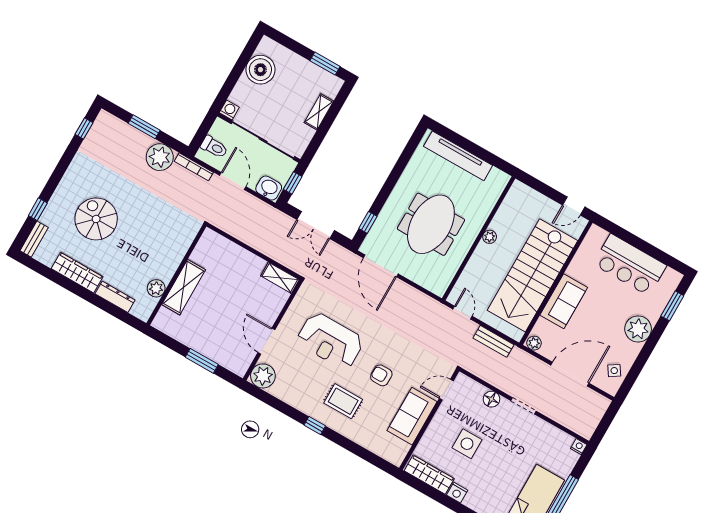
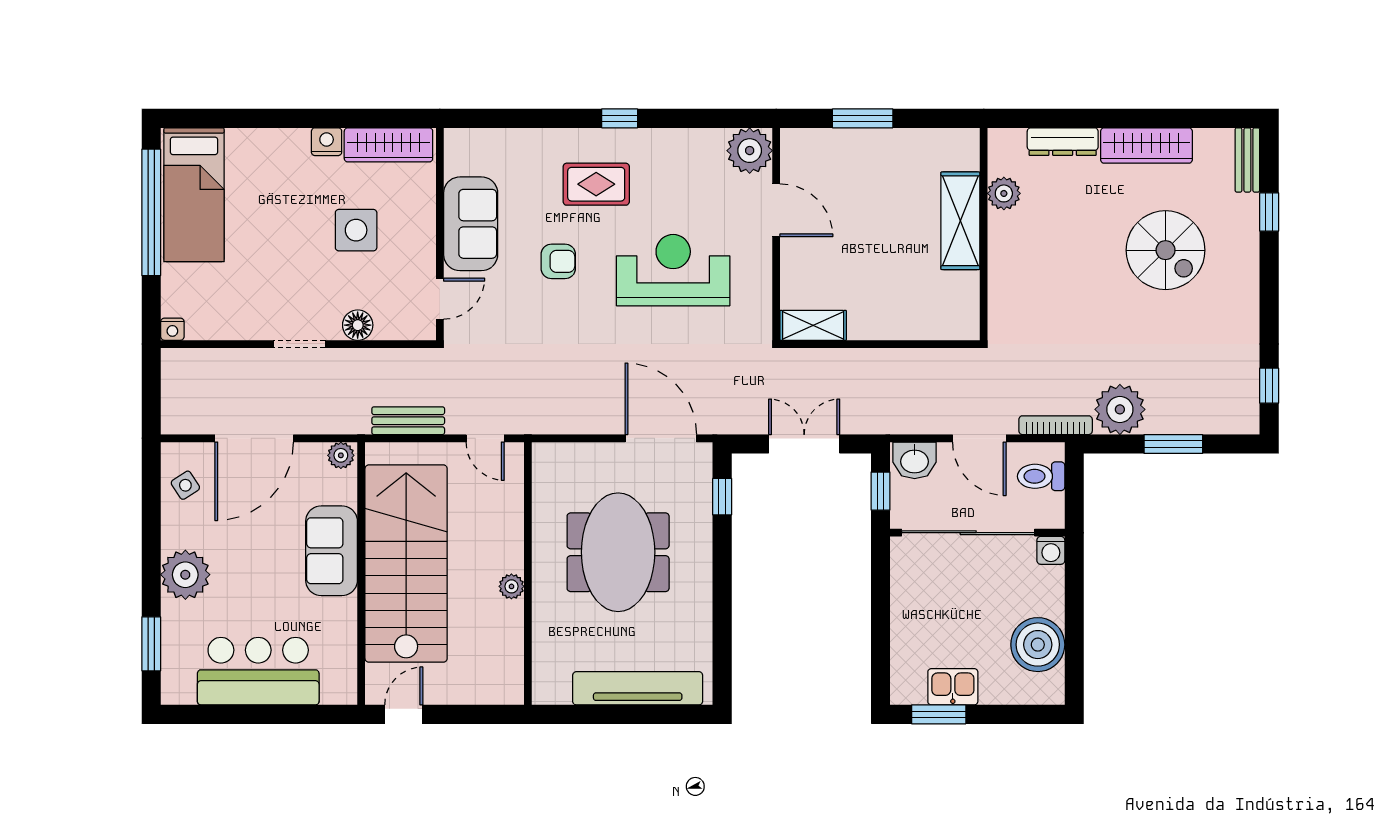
kitchen sink: (311, 73) -> (953, 687), added
shelving: (319, 112) -> (904, 630), removed

